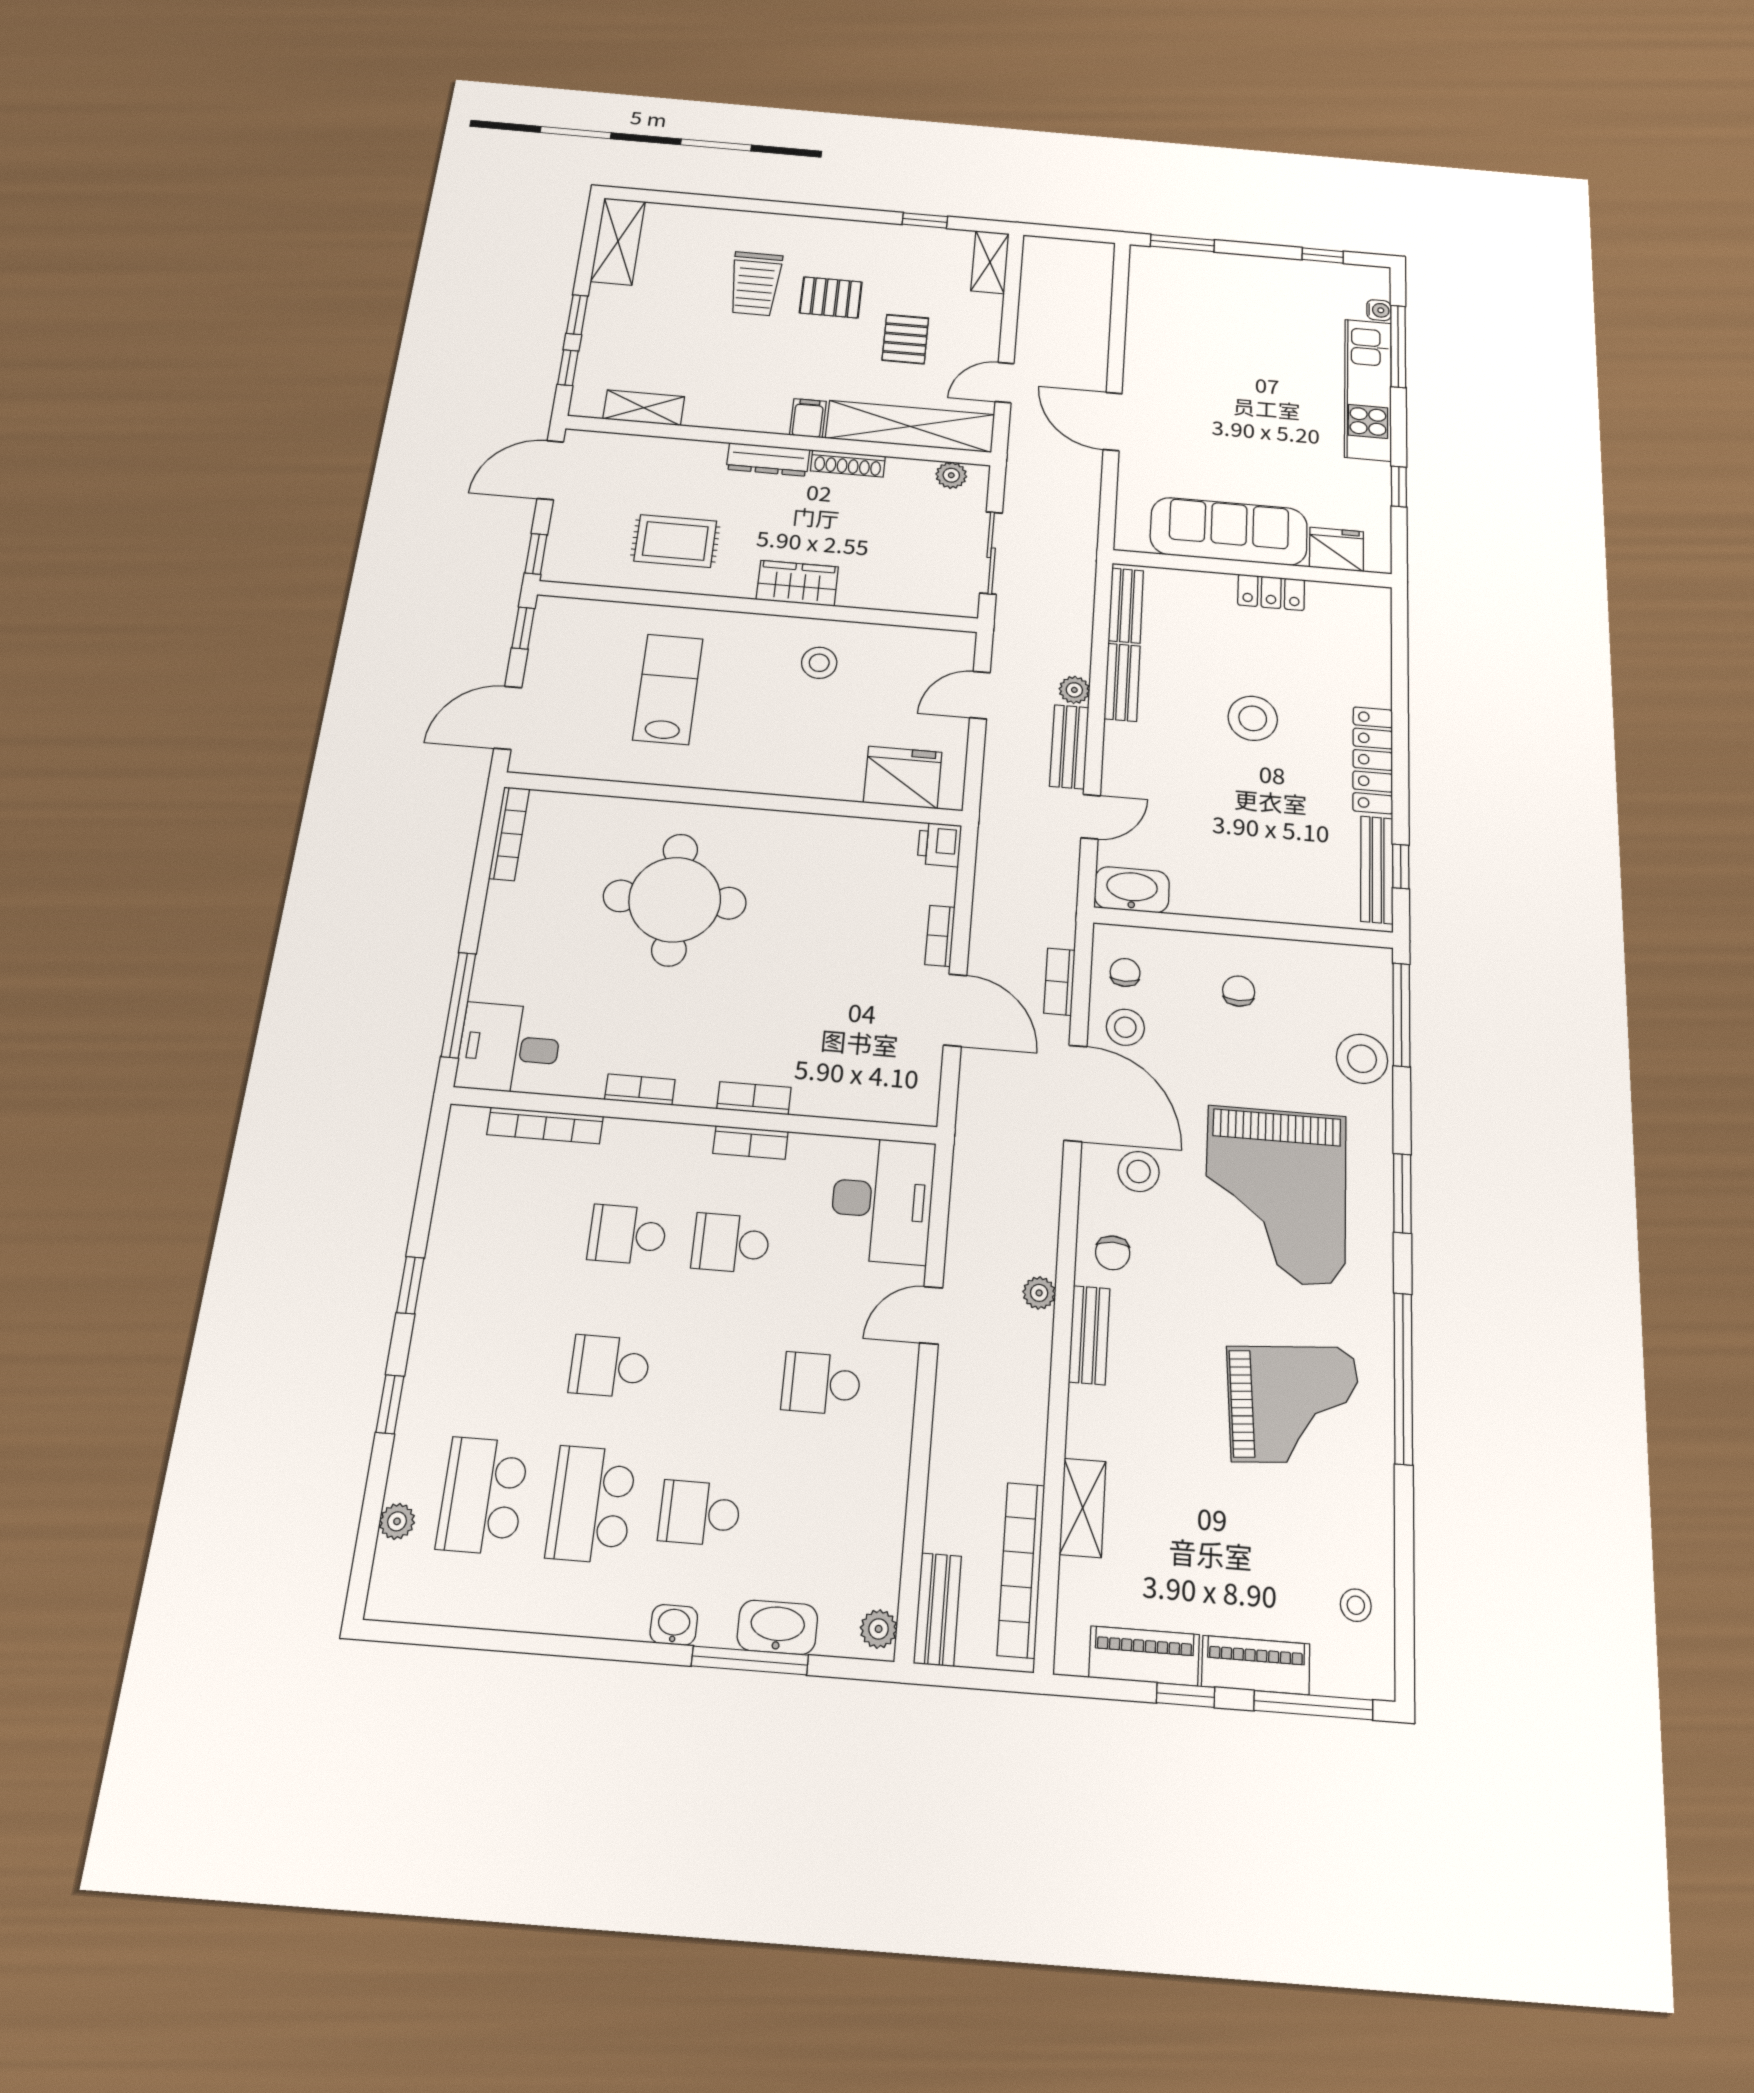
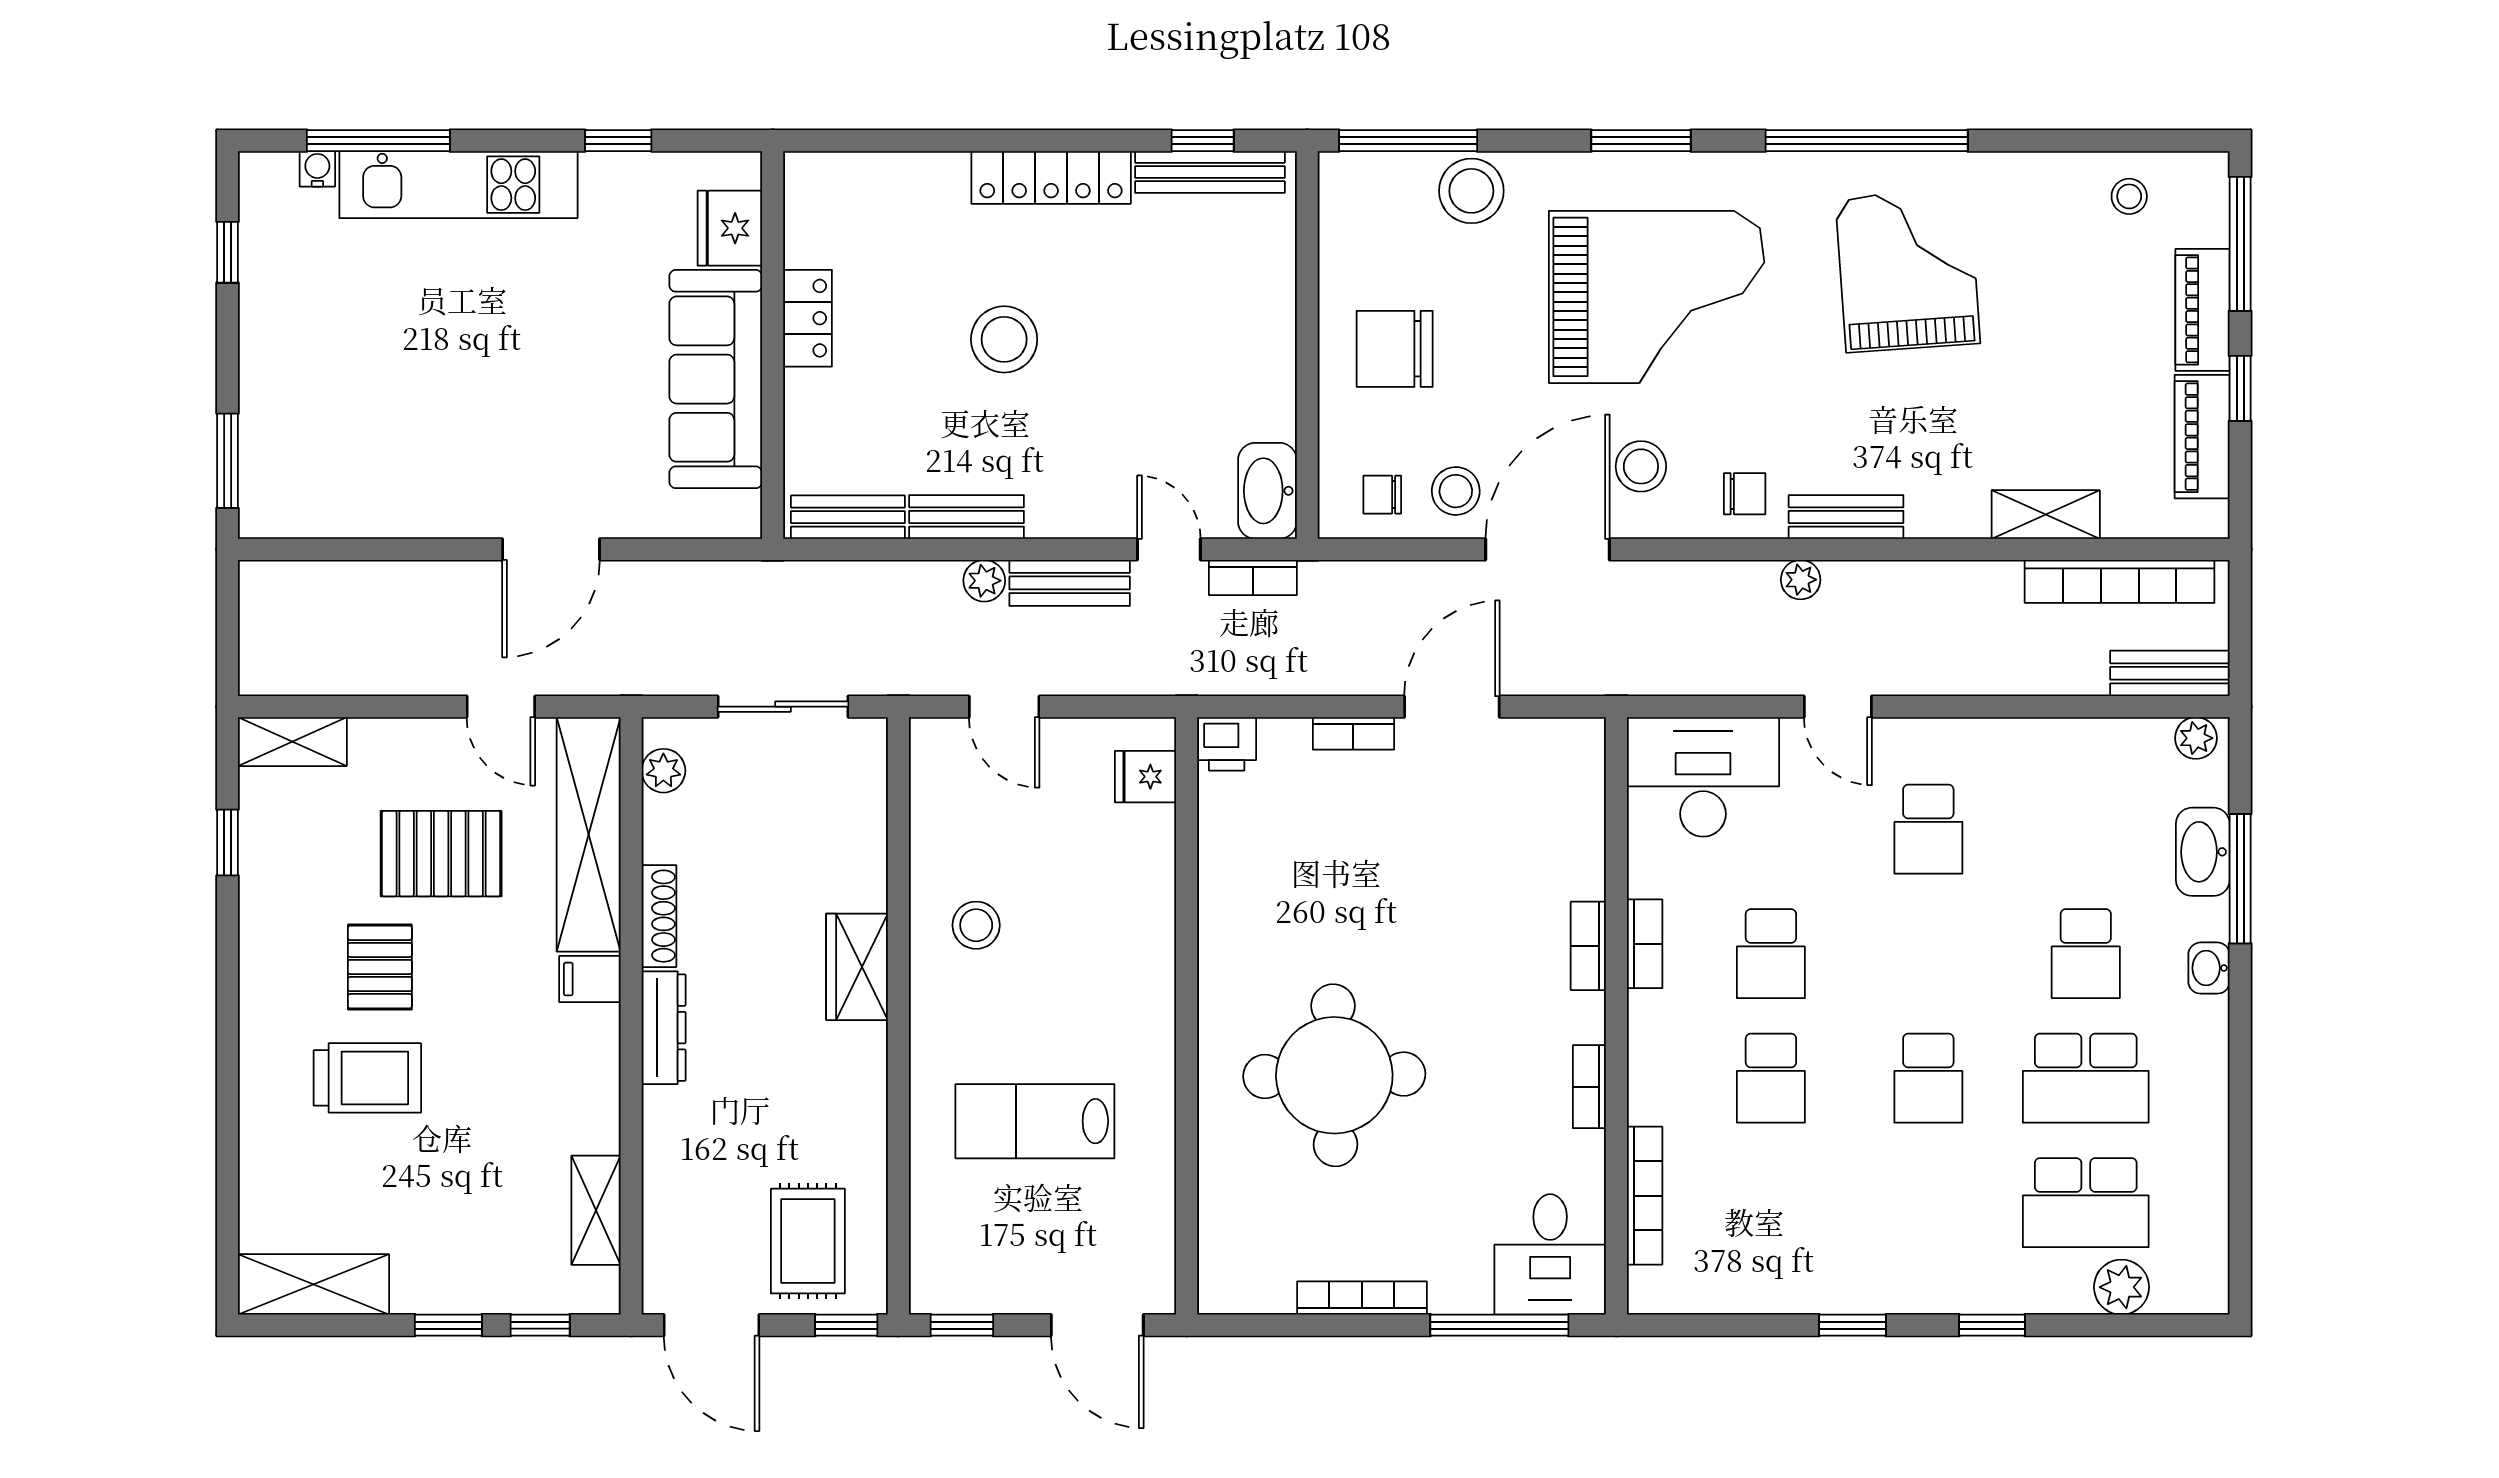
pallet: (905, 339) -> (441, 854), width x1.50, depth x1.42
rug: (675, 541) -> (808, 1241), moved
fridge: (903, 777) -> (1145, 777), width x0.53, depth x0.75
bookcase: (509, 833) -> (1362, 1298), moved
bookcase: (1059, 982) -> (1253, 577), moved
chair: (1239, 991) -> (1395, 349), width x1.87, depth x1.87
plant: (397, 1521) -> (2121, 1287), width x1.38, depth x1.38

